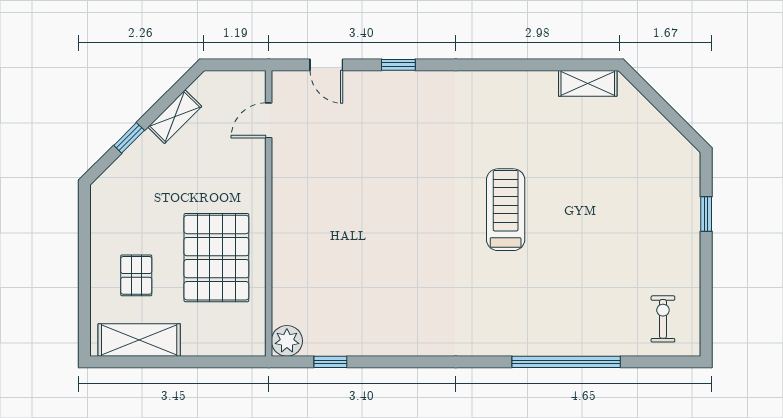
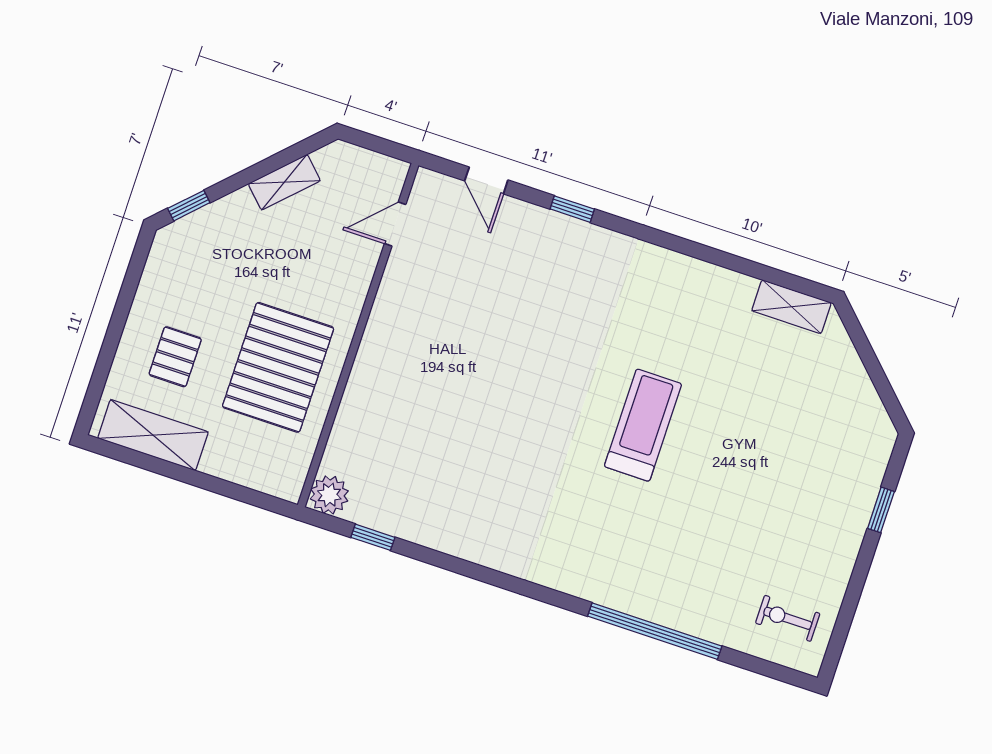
window: (129, 138) -> (189, 206), moved
exercise bike: (663, 319) -> (788, 618), turned -90

